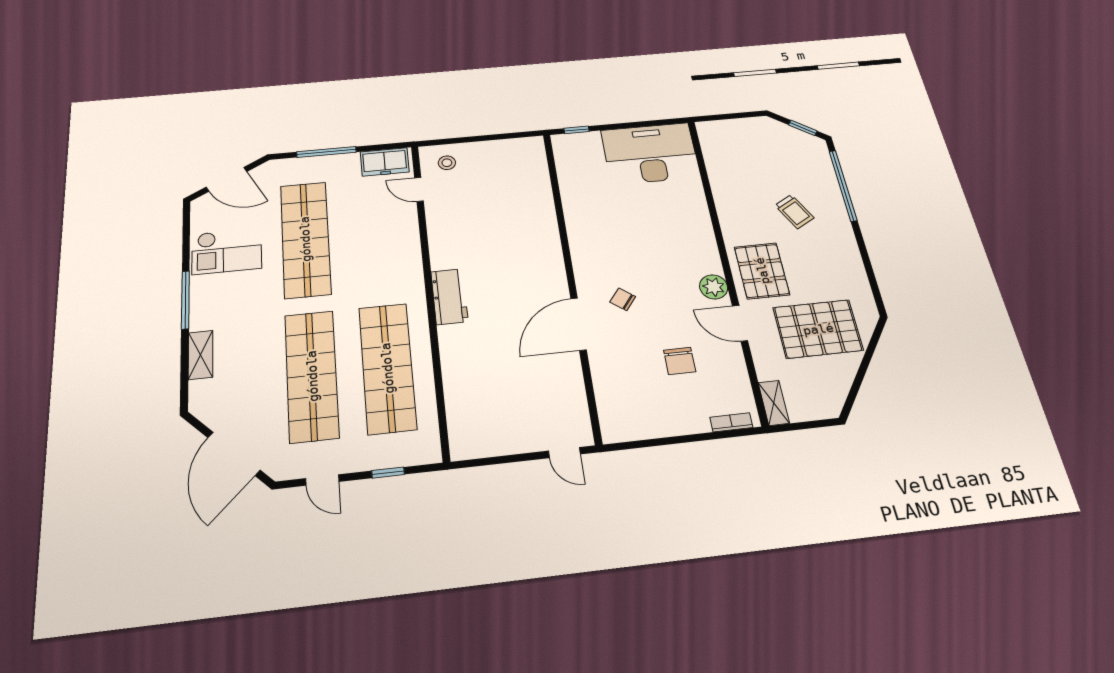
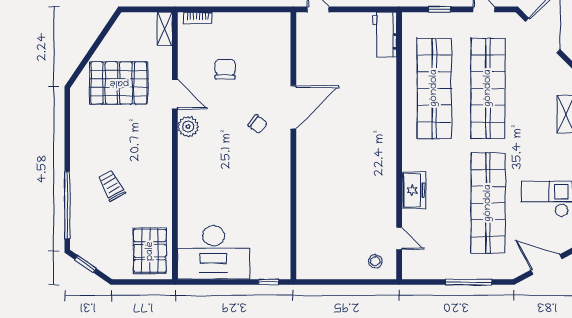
freezer: (385, 162) -> (414, 190), moved, turned 90
pallet: (762, 271) -> (150, 251), moved
workbench: (449, 296) -> (385, 35), moved

